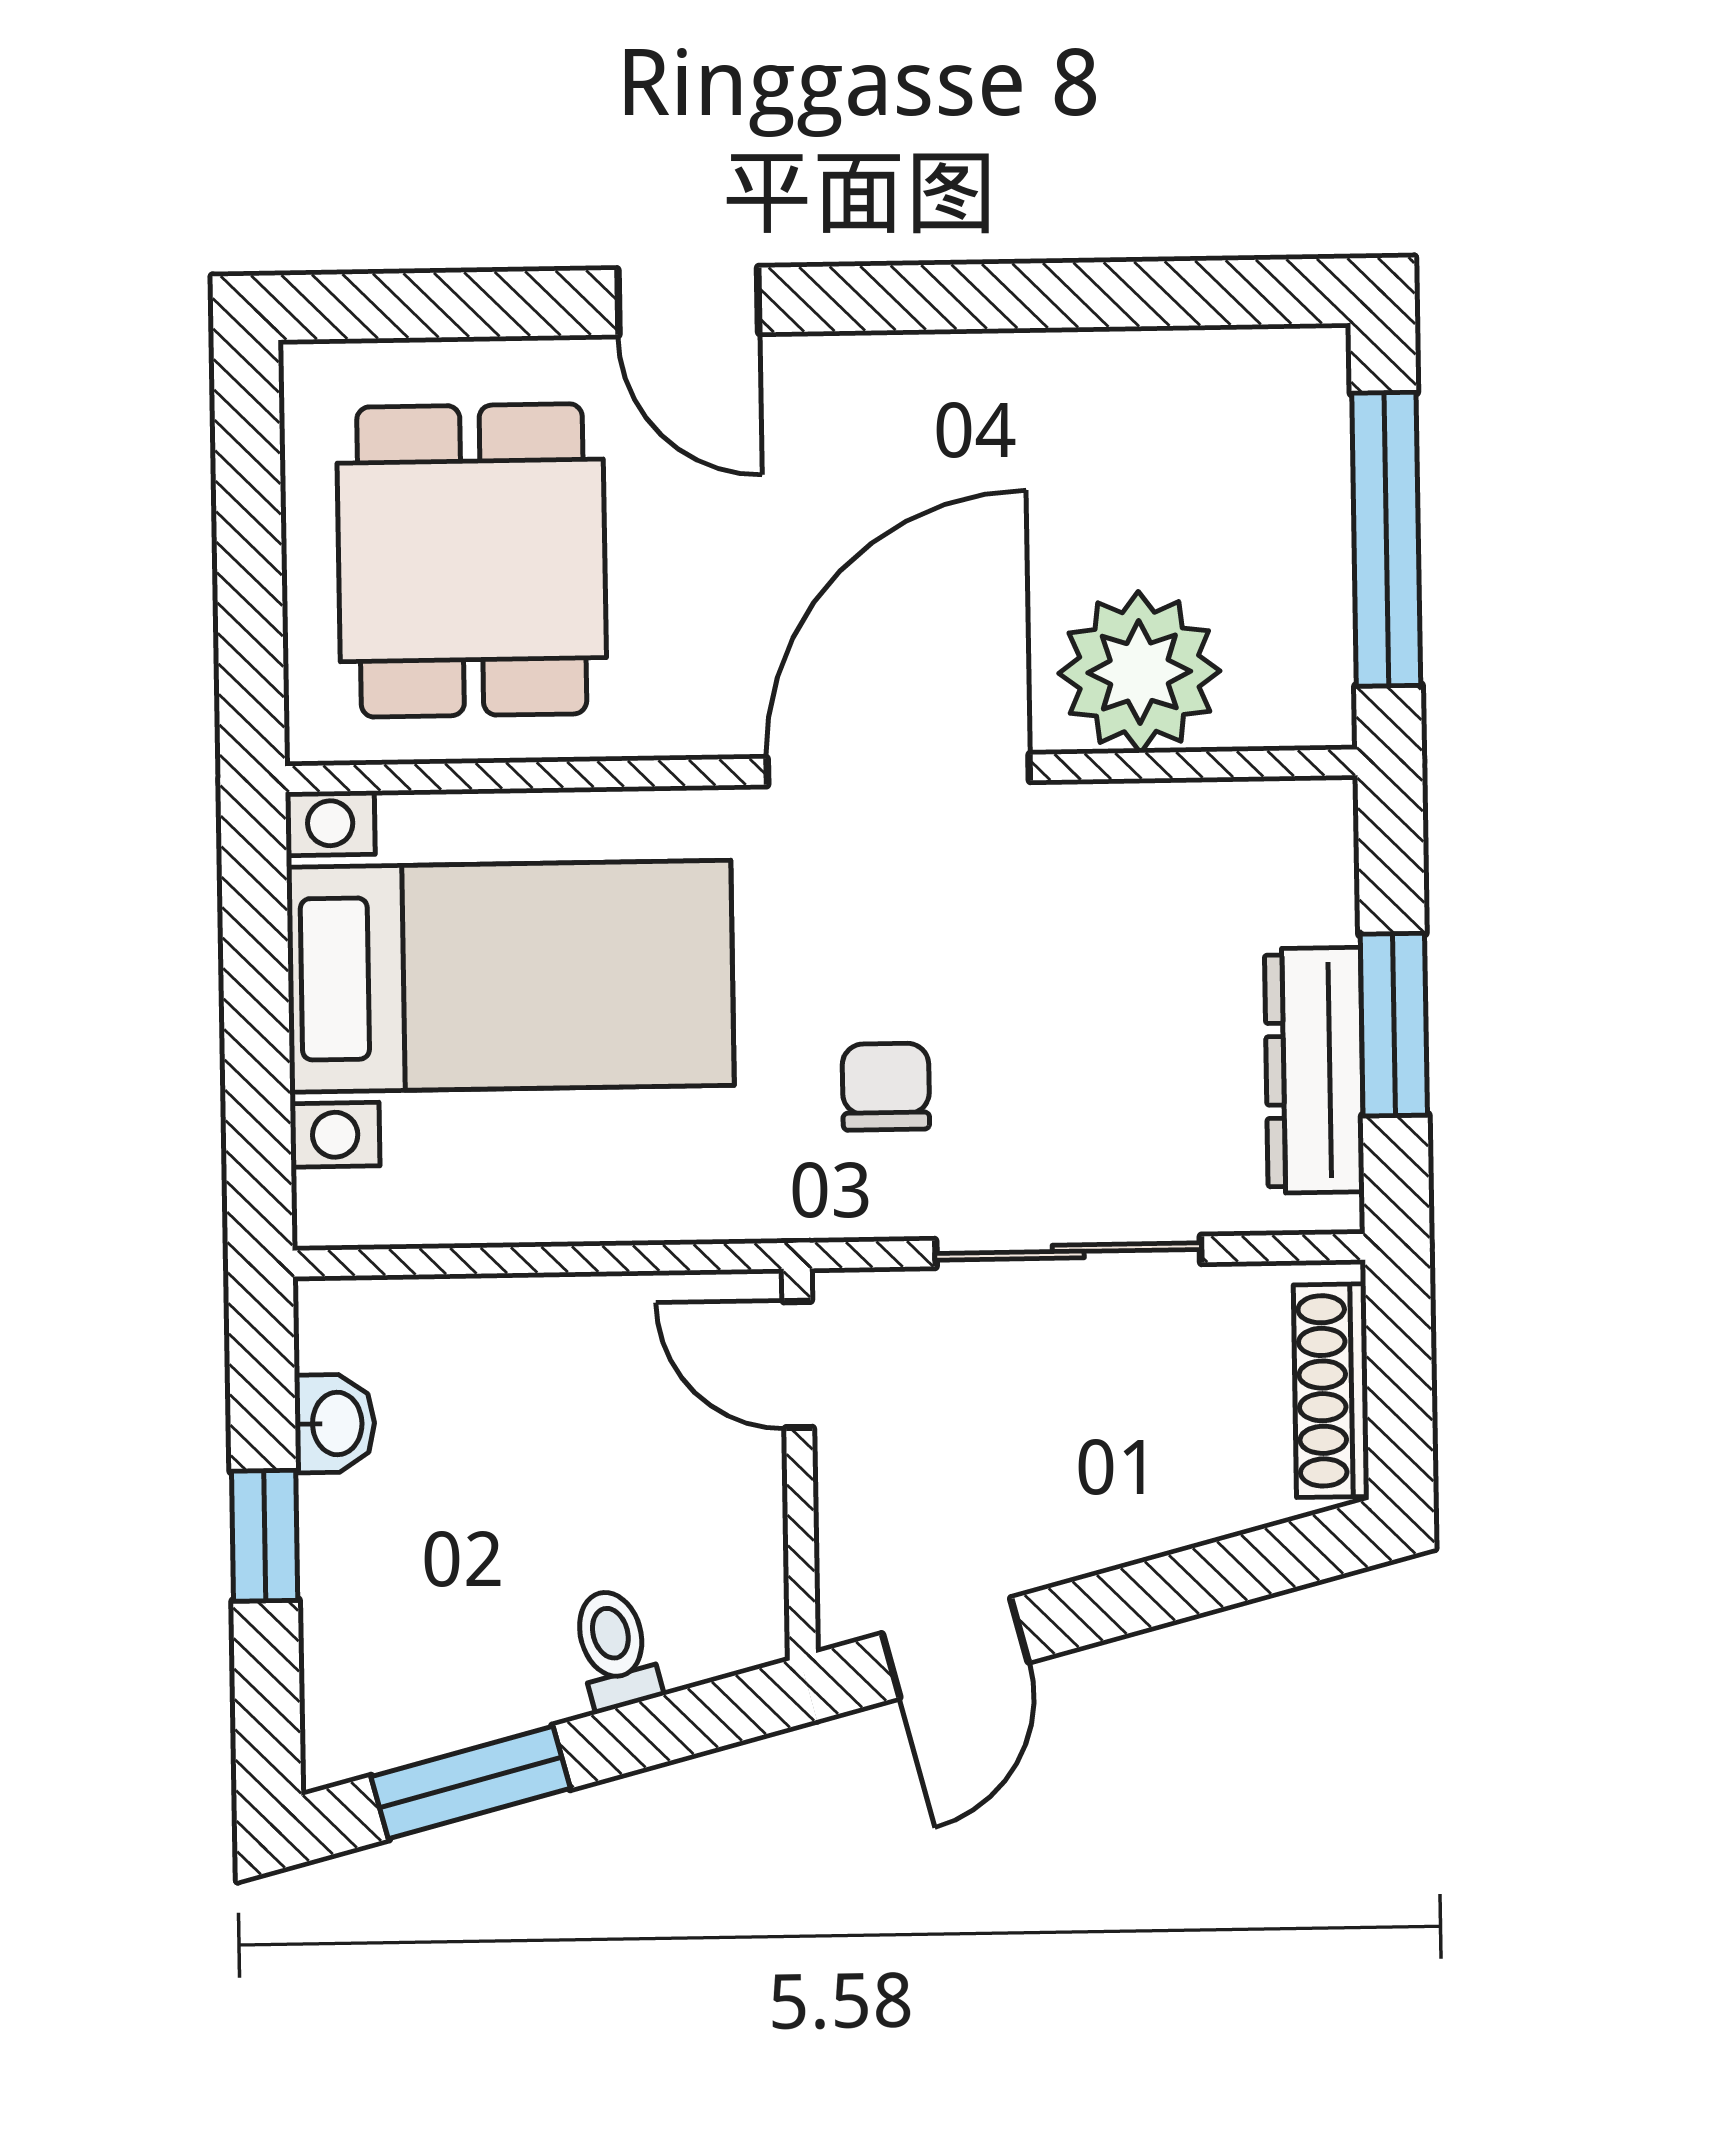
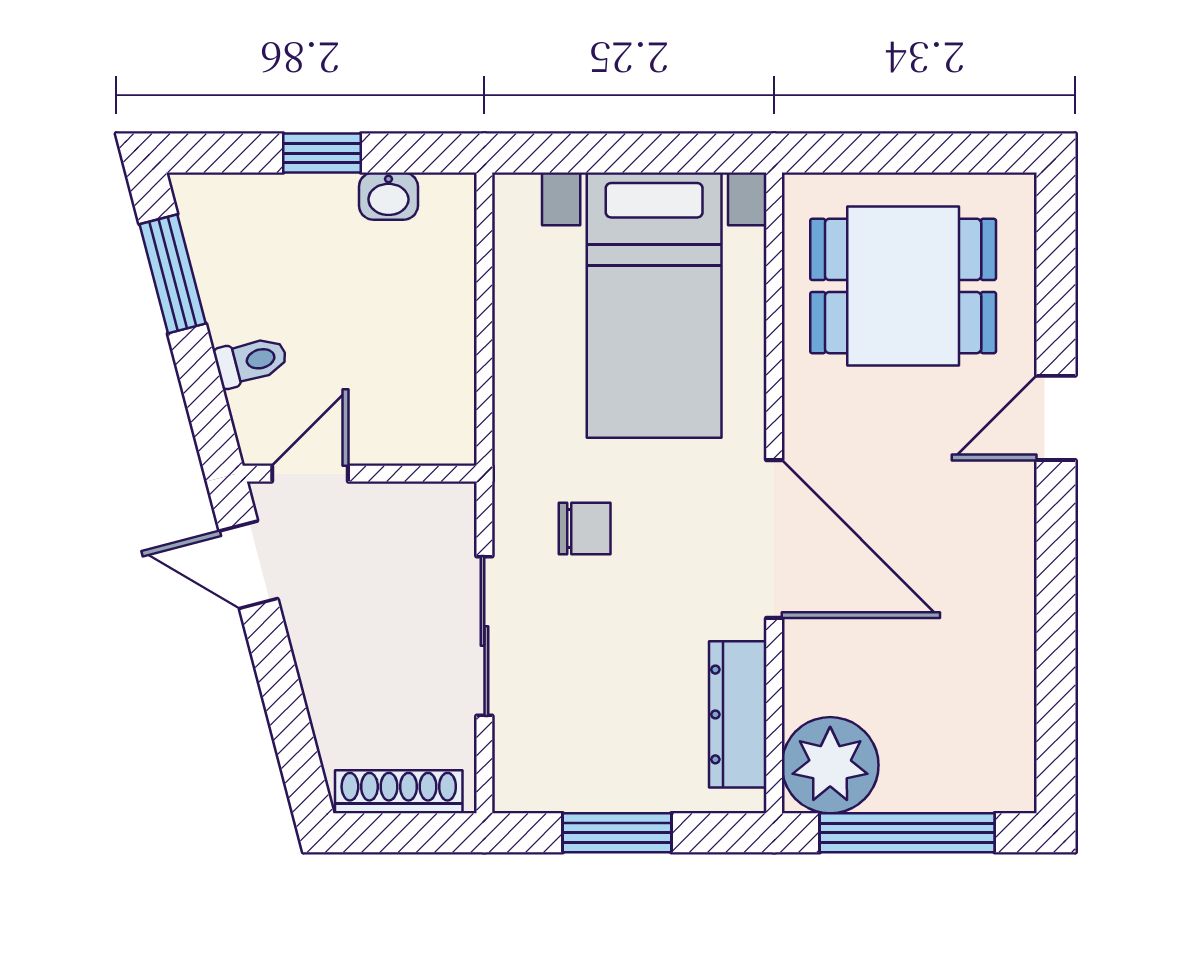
plant: (1139, 672) -> (830, 765), moved
dresser: (1314, 1070) -> (738, 714), moved, turned -90
door: (798, 1365) -> (310, 474), moved

